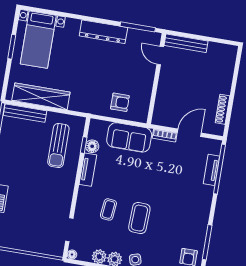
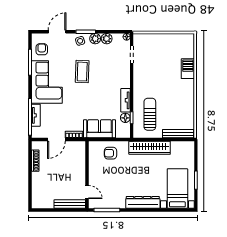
dresser: (103, 32) -> (143, 202), moved
wardrobe: (41, 96) -> (150, 148), moved
coffee table: (108, 209) -> (106, 74), removed
corner sofa: (189, 212) -> (47, 82), added

